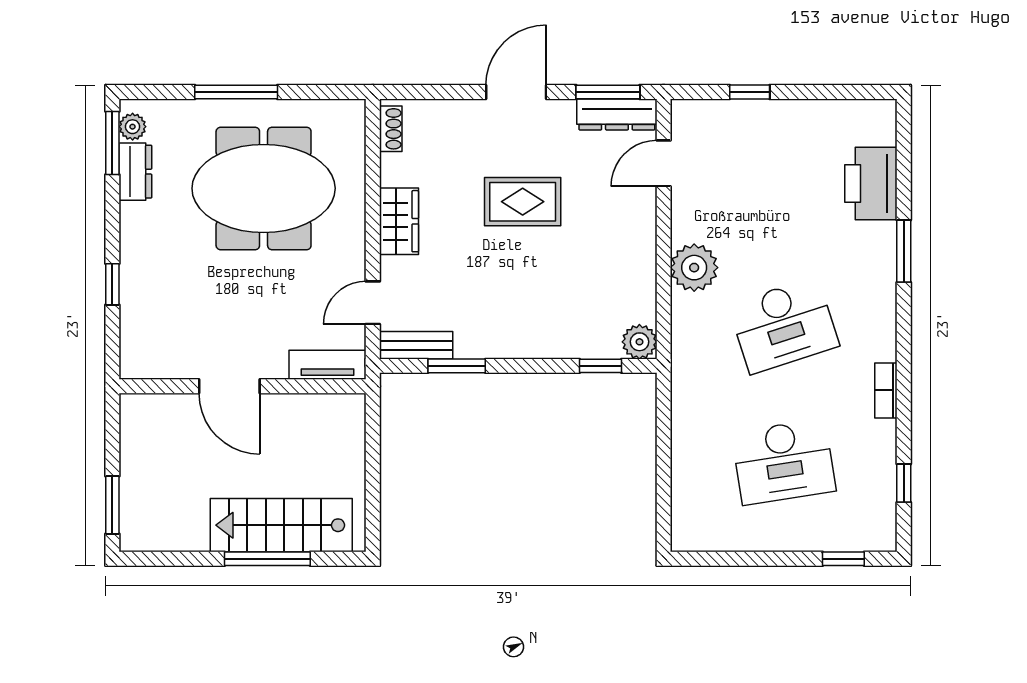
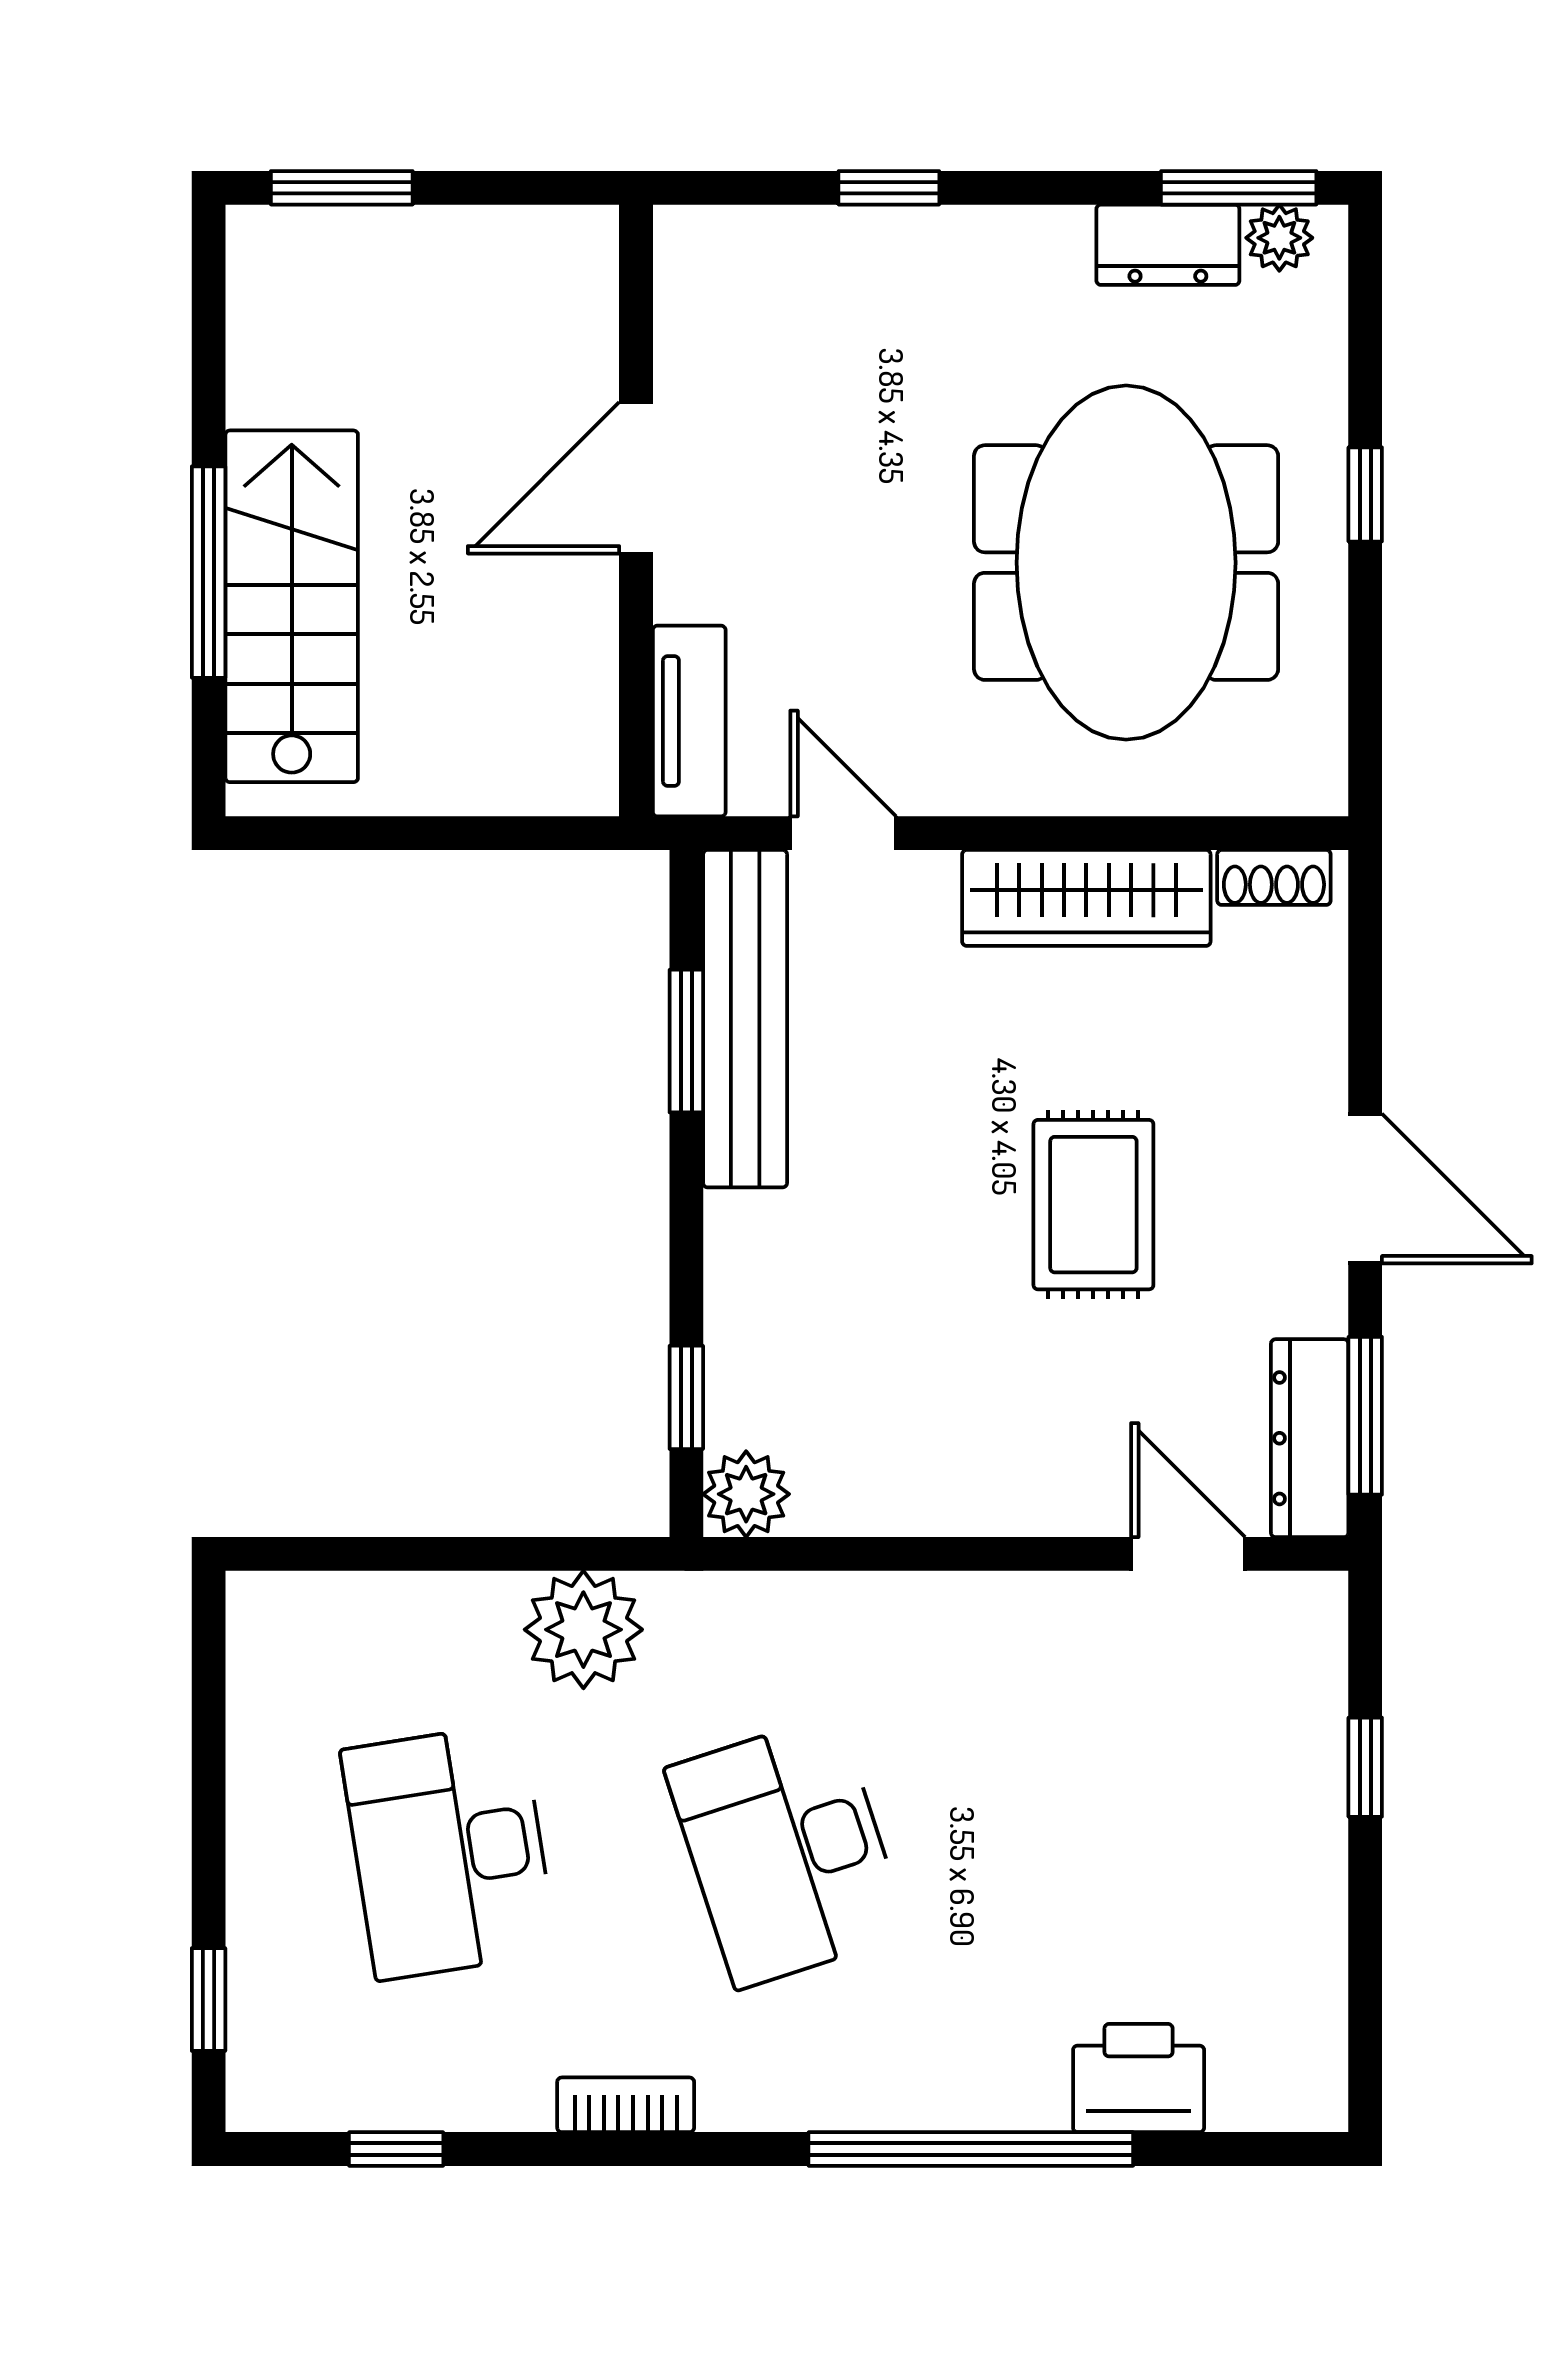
window: (236, 92) -> (1365, 494), width x0.46
printer: (871, 183) -> (1139, 2078), width x0.73, depth x0.84
wardrobe: (399, 221) -> (1086, 898), width x1.50
window: (904, 251) -> (971, 2149), width x2.11
plant: (694, 268) -> (583, 1630), moved
bench: (416, 345) -> (745, 1019), width x1.86, depth x1.21

